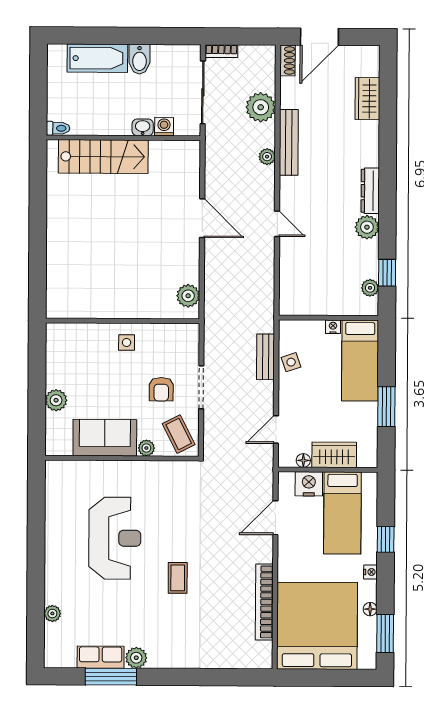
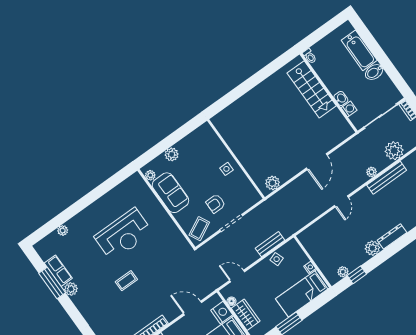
plant: (146, 448) -> (150, 175), moved

